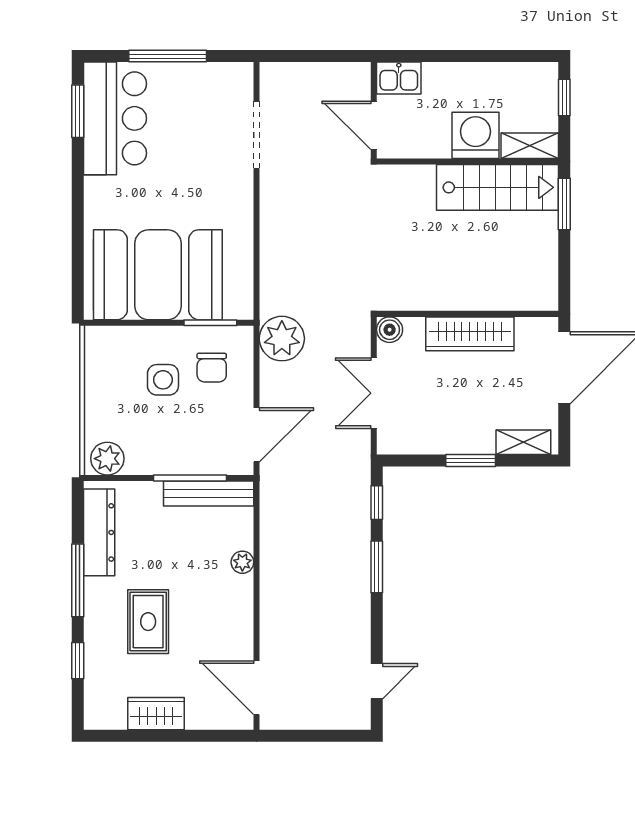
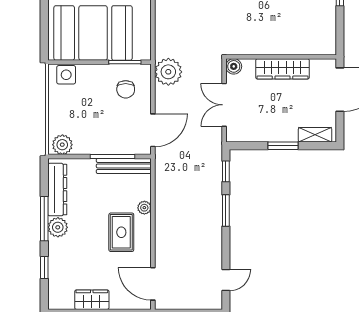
side table: (163, 380) -> (66, 75), moved
plant: (100, 595) -> (58, 227), added
rug: (148, 622) -> (121, 232), moved

